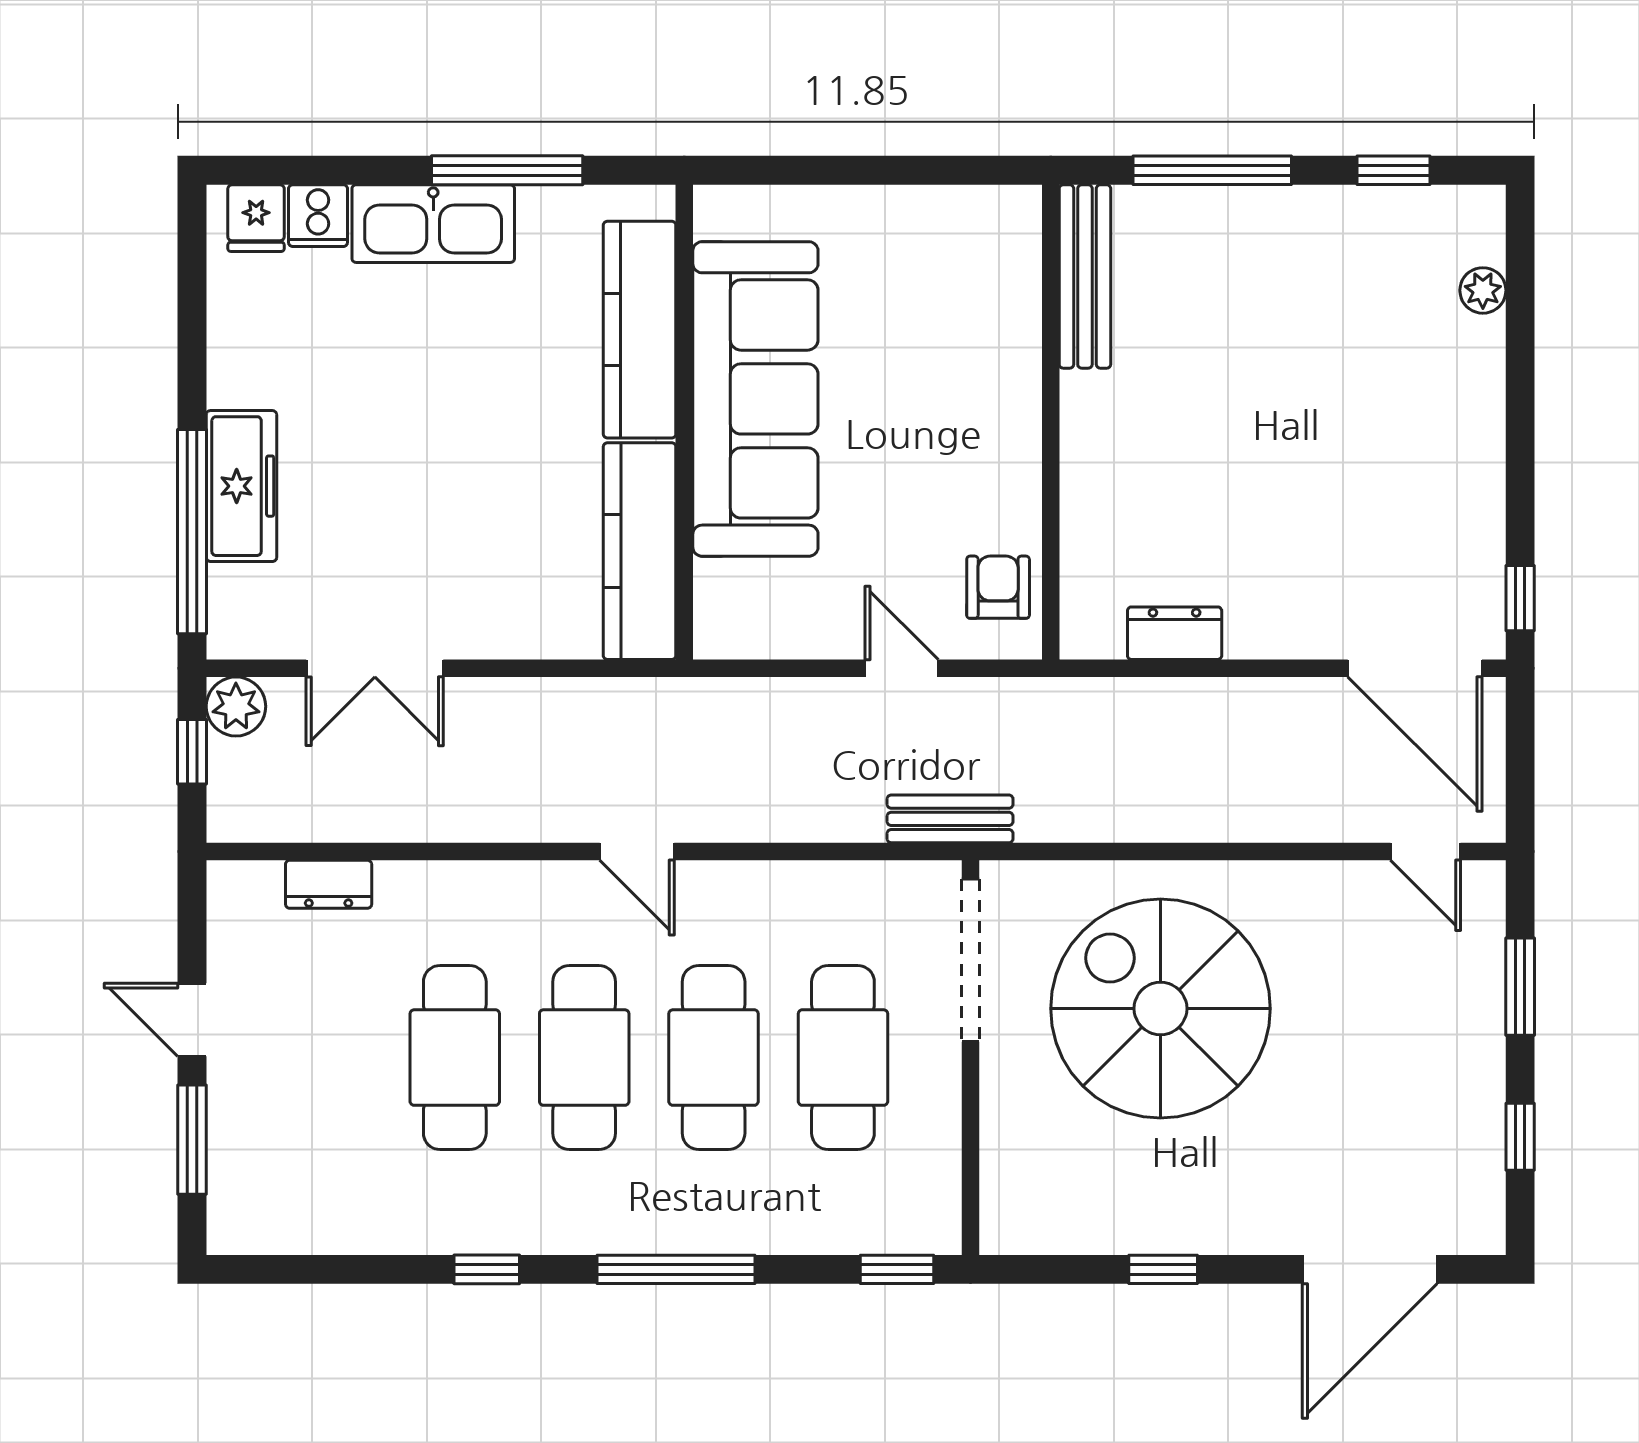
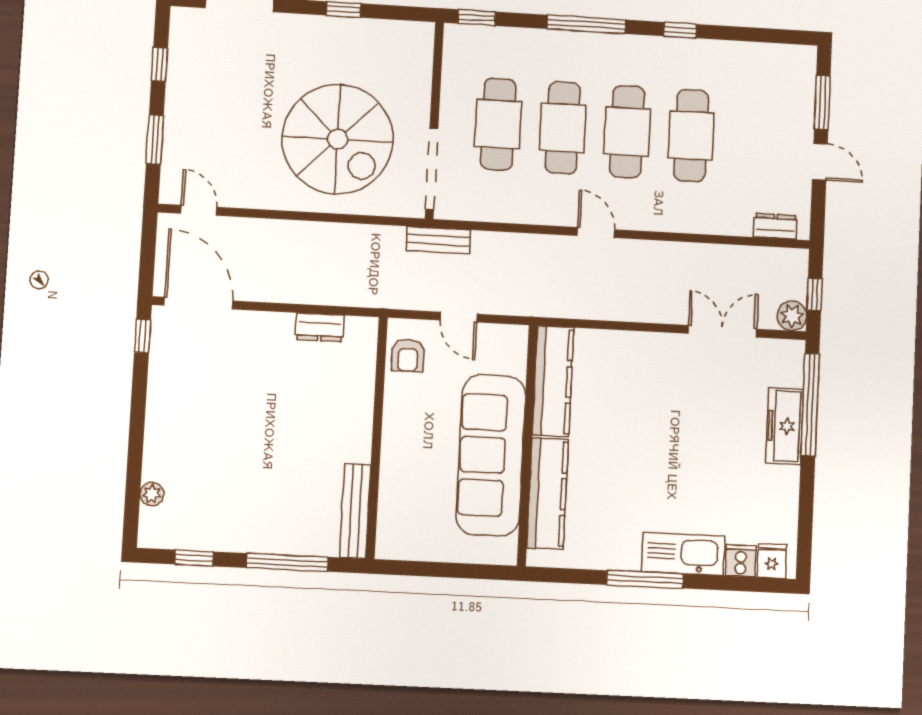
kitchen counter: (640, 330) -> (547, 493), moved
sofa: (755, 399) -> (491, 455), moved
wall: (684, 422) -> (527, 445), moved
kitchen counter: (640, 551) -> (553, 381), moved
dresser: (329, 884) -> (775, 226), moved

